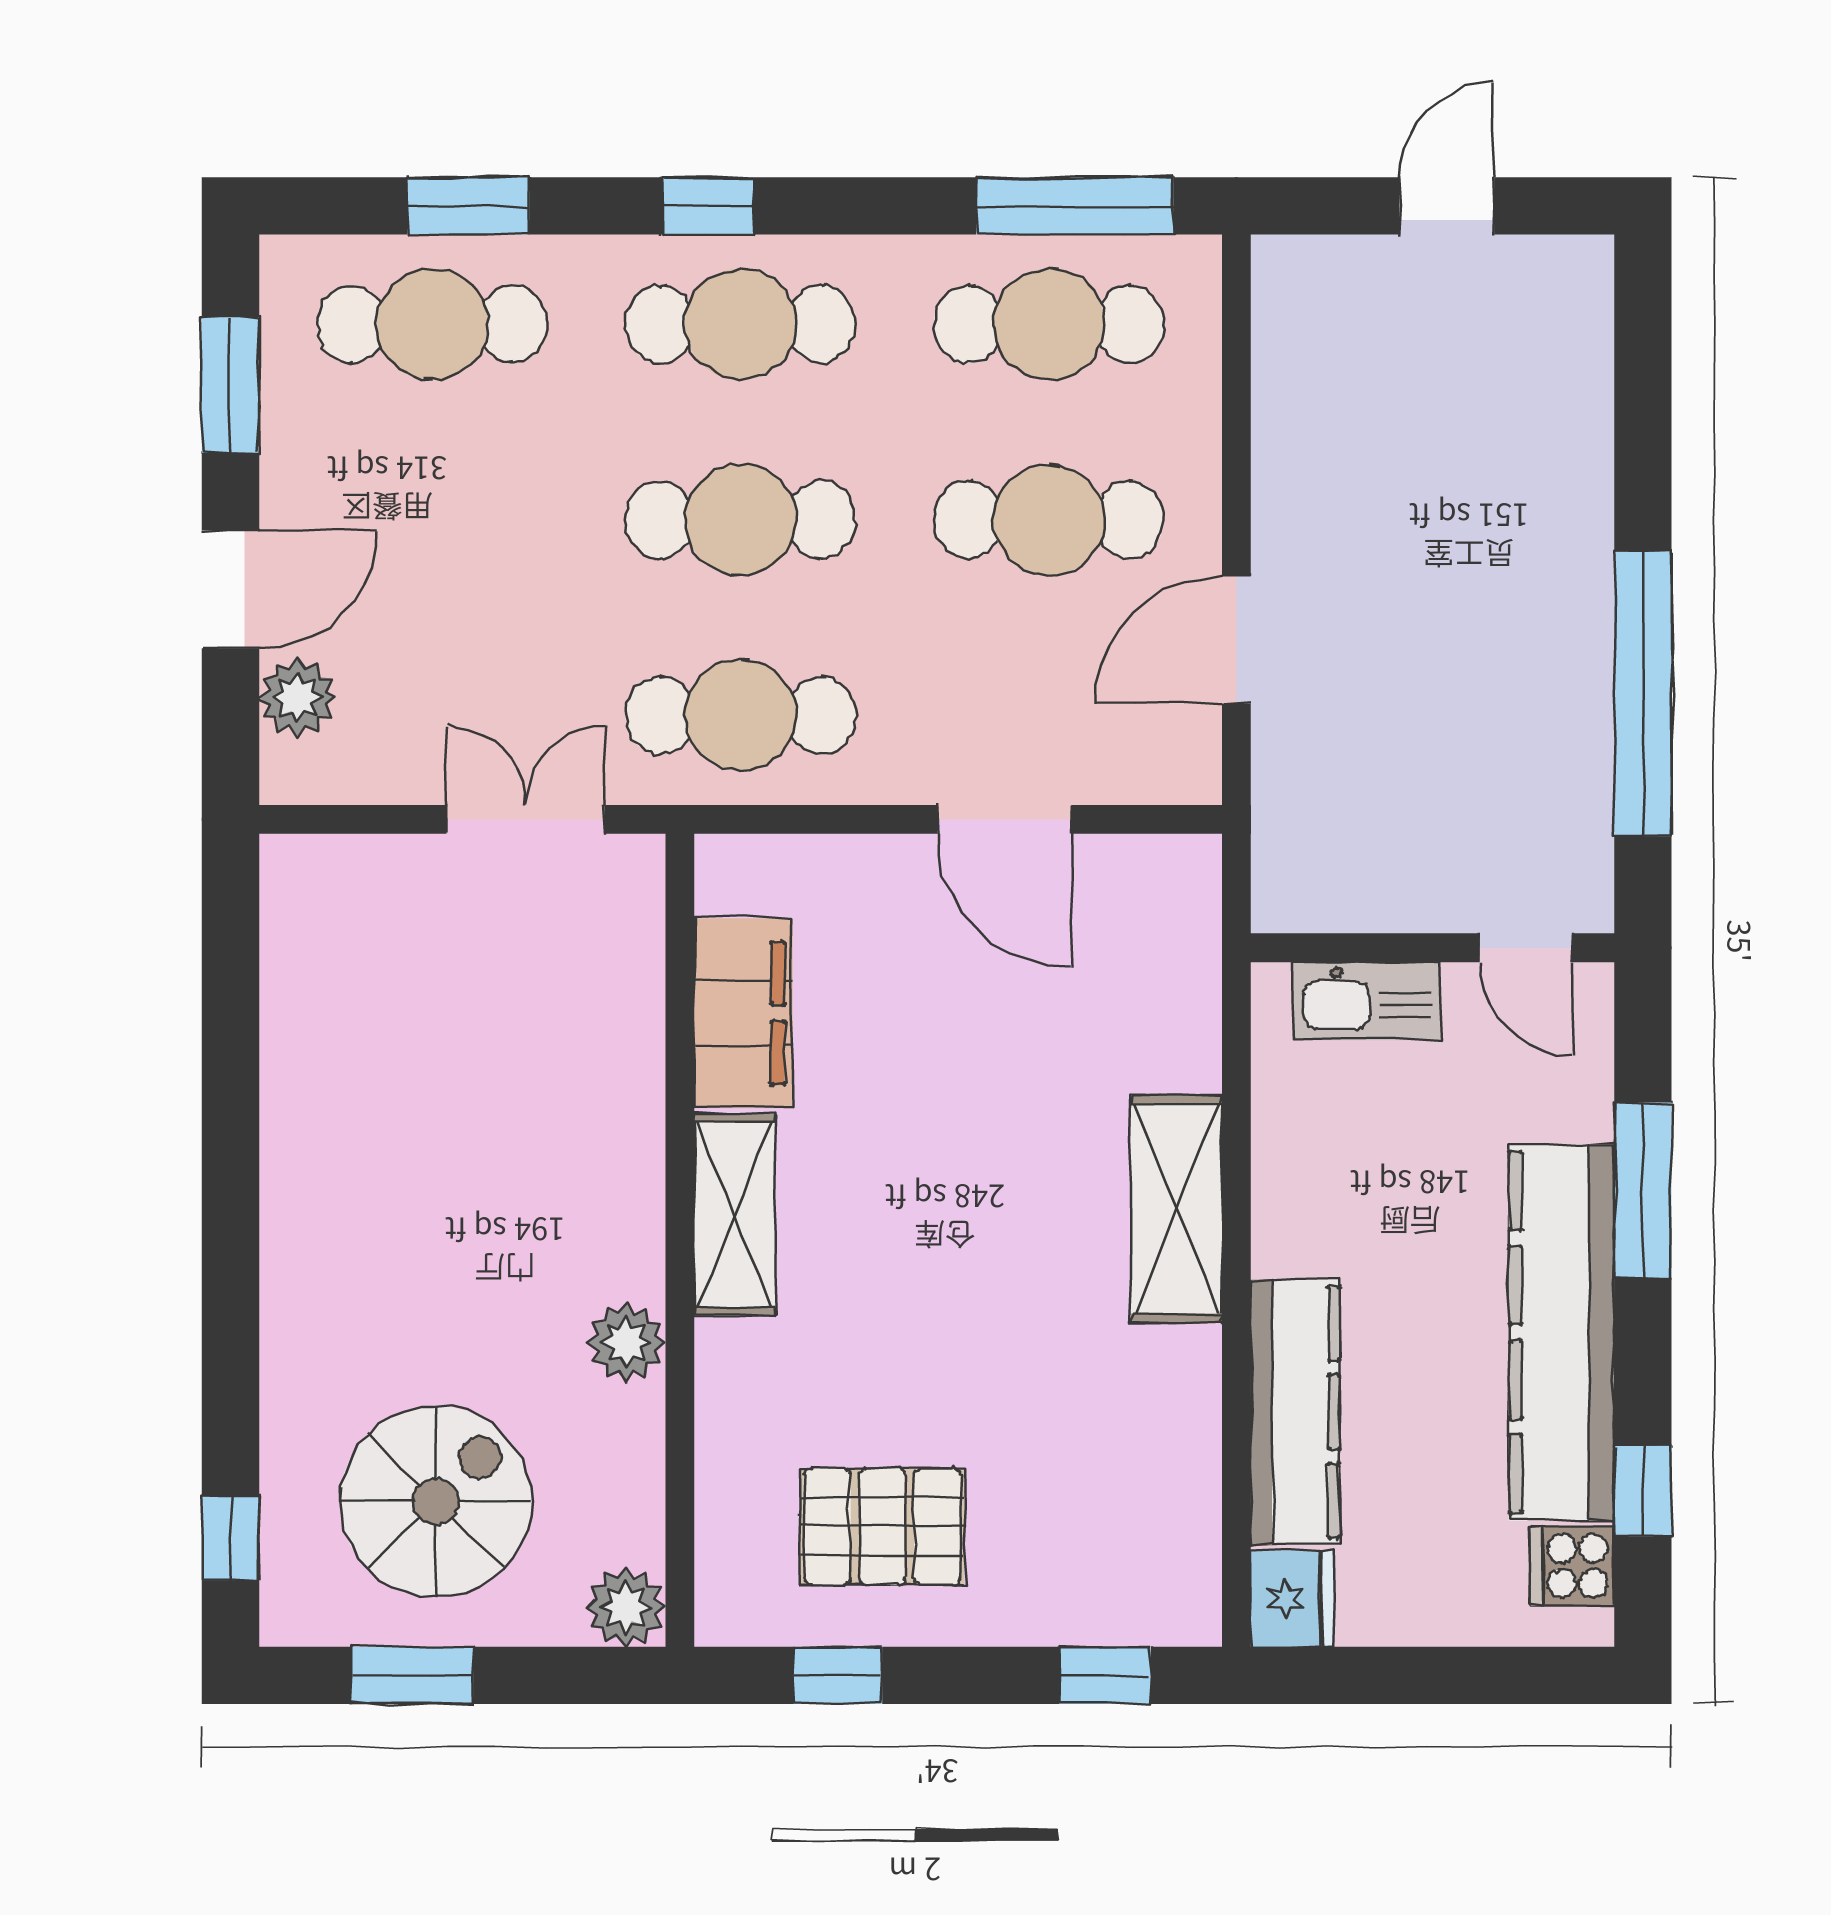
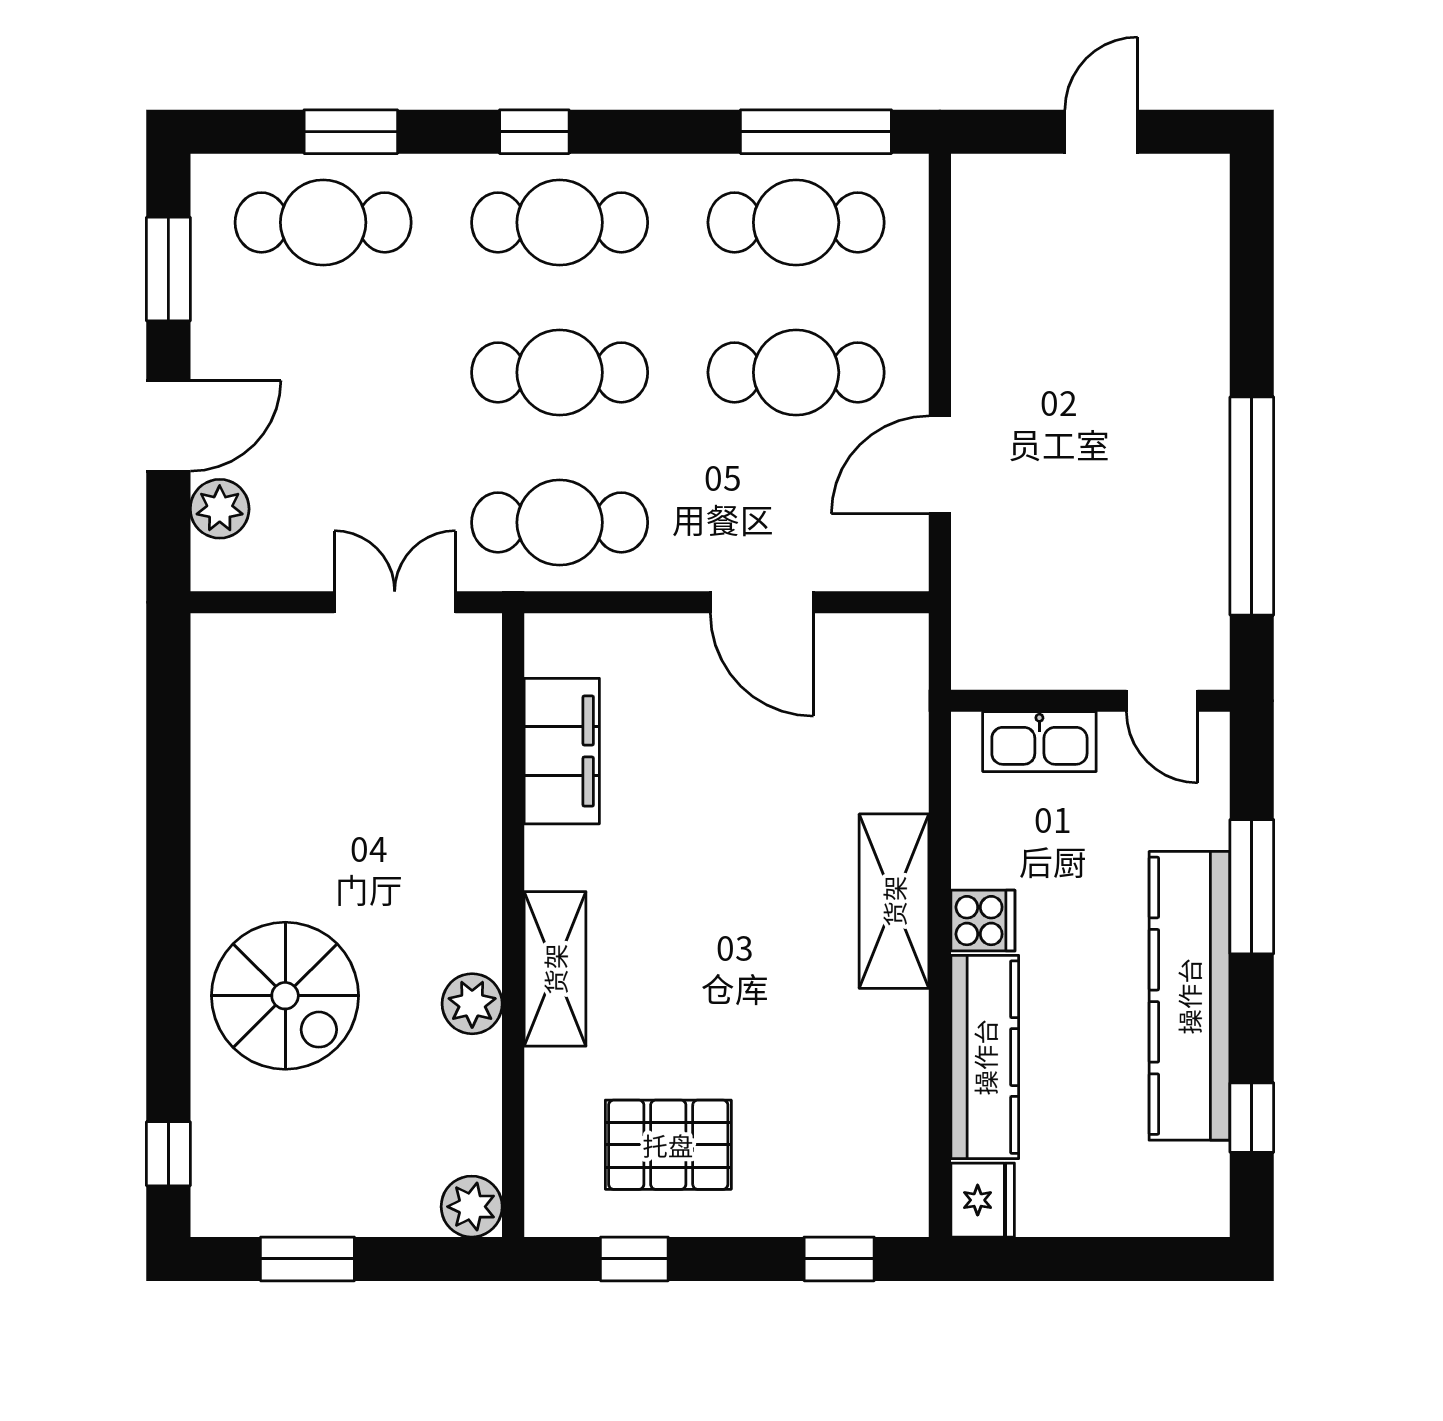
shelving: (735, 1215) -> (555, 969), moved
spiral stairs: (436, 1502) -> (285, 996), moved, turned 90
cooker: (1573, 1566) -> (983, 921), moved, turned 180

